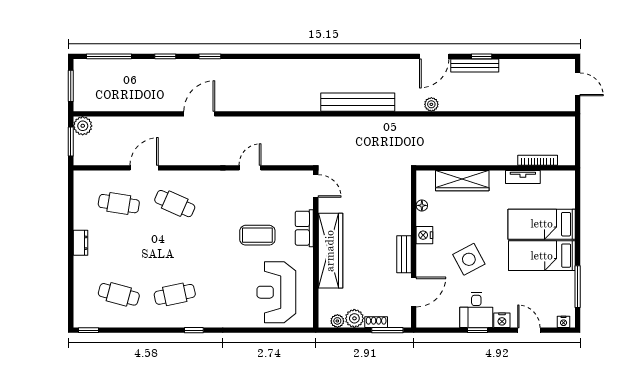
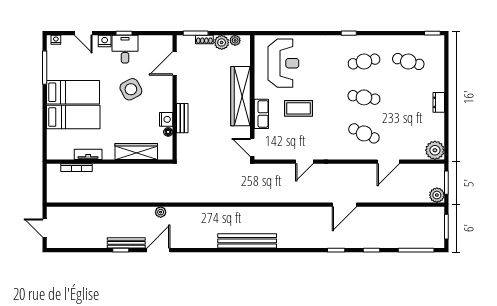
bench: (358, 102) -> (247, 241), moved
plant: (85, 182) -> (435, 150), added
cafe table: (119, 204) -> (364, 97), moved
nightstand: (424, 235) -> (166, 119), moved
bench: (404, 254) -> (182, 118), moved

